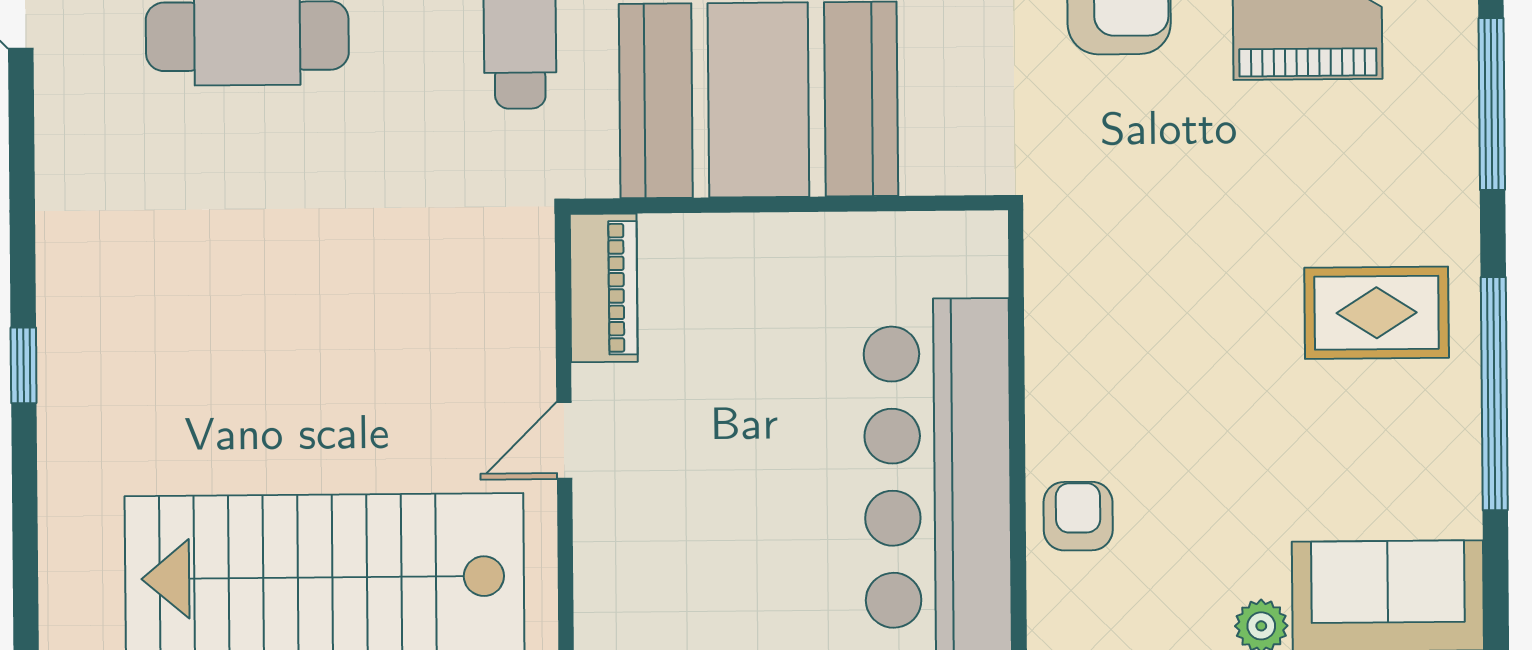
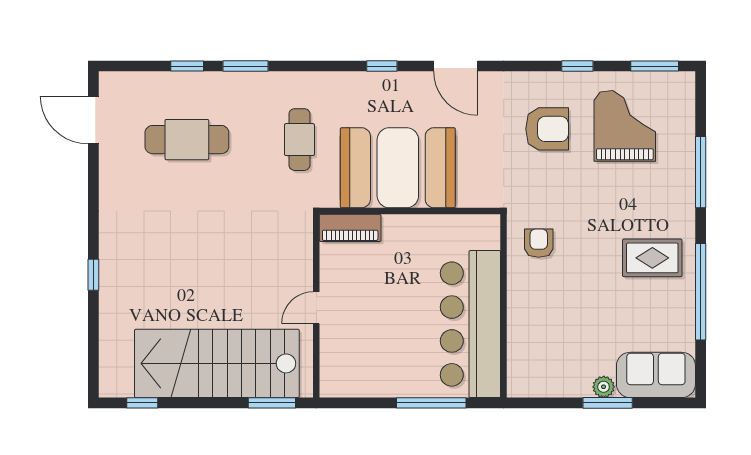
piano: (604, 288) -> (350, 228), moved, turned 90
armchair: (1078, 516) -> (539, 243), moved

